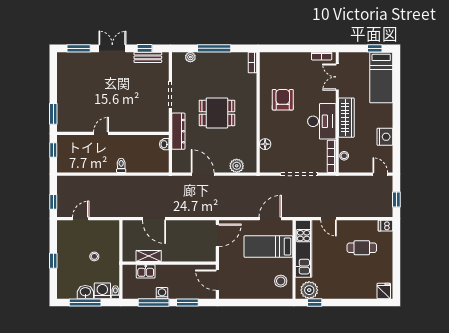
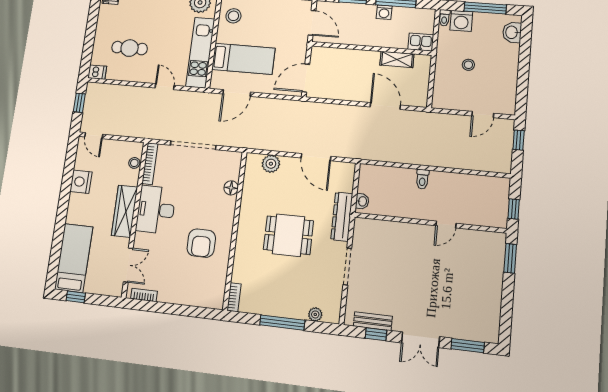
window: (53, 261) -> (524, 64), removed
kitchen sink: (146, 271) -> (421, 42), moved
washbasin: (85, 292) -> (512, 32), moved, turned 90

